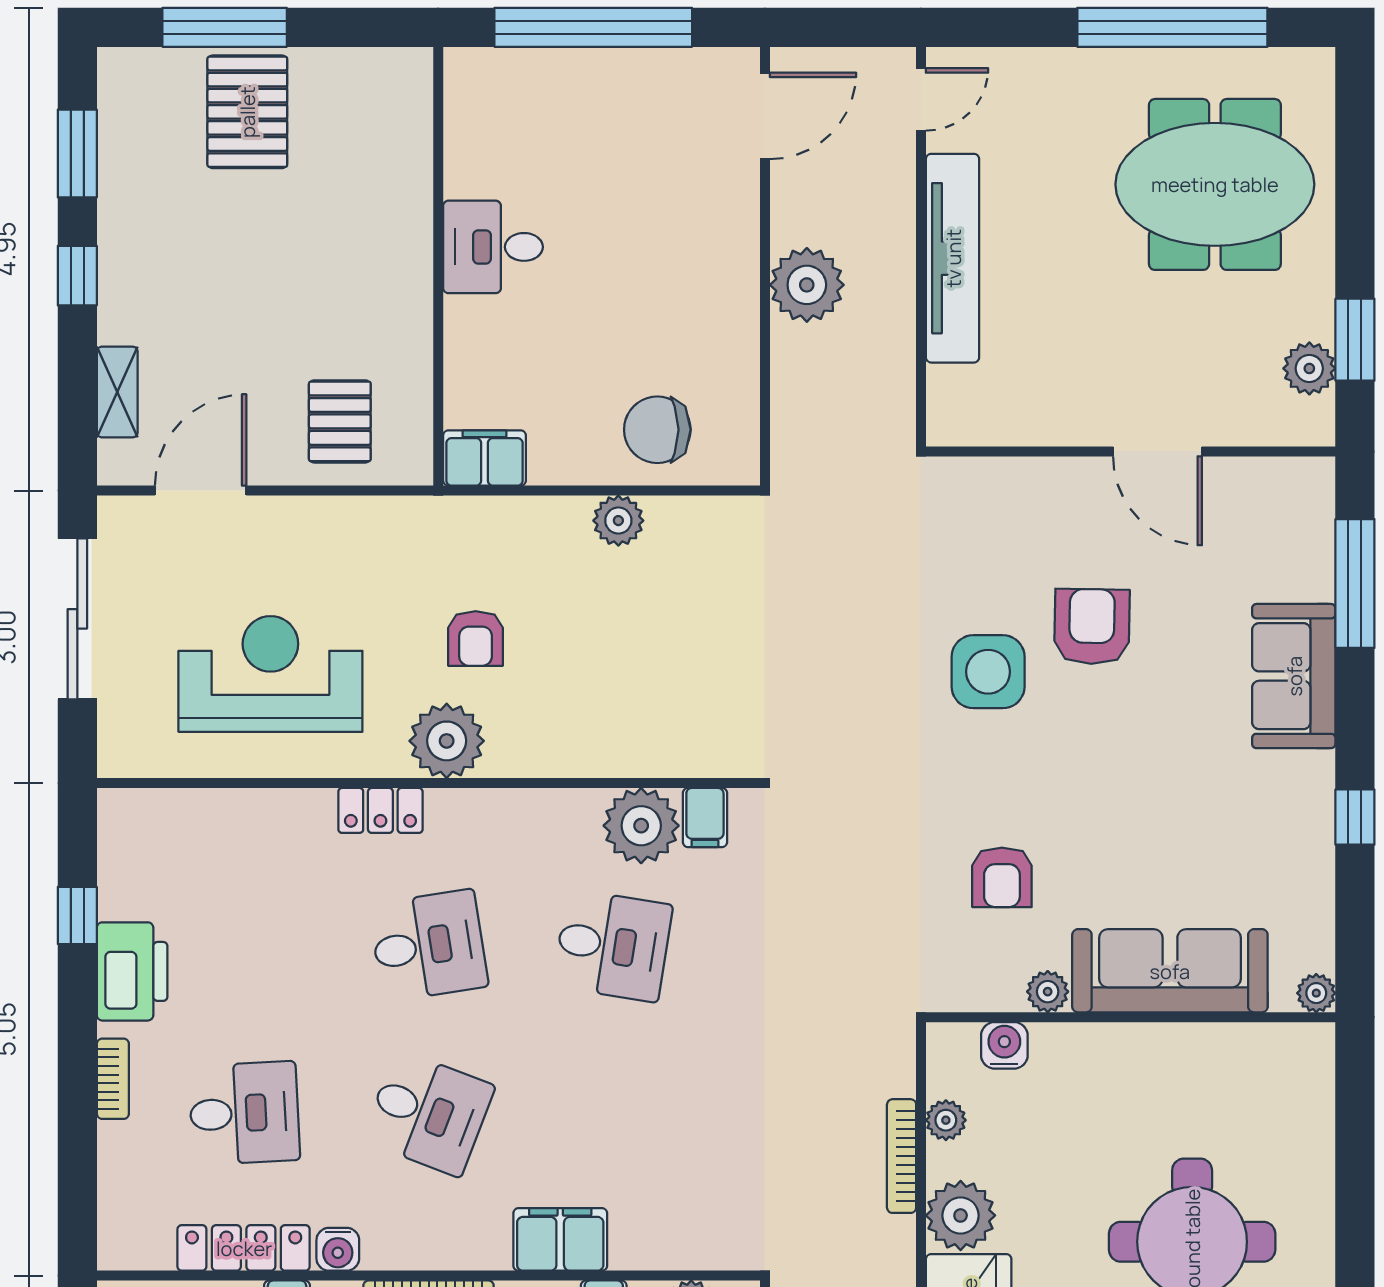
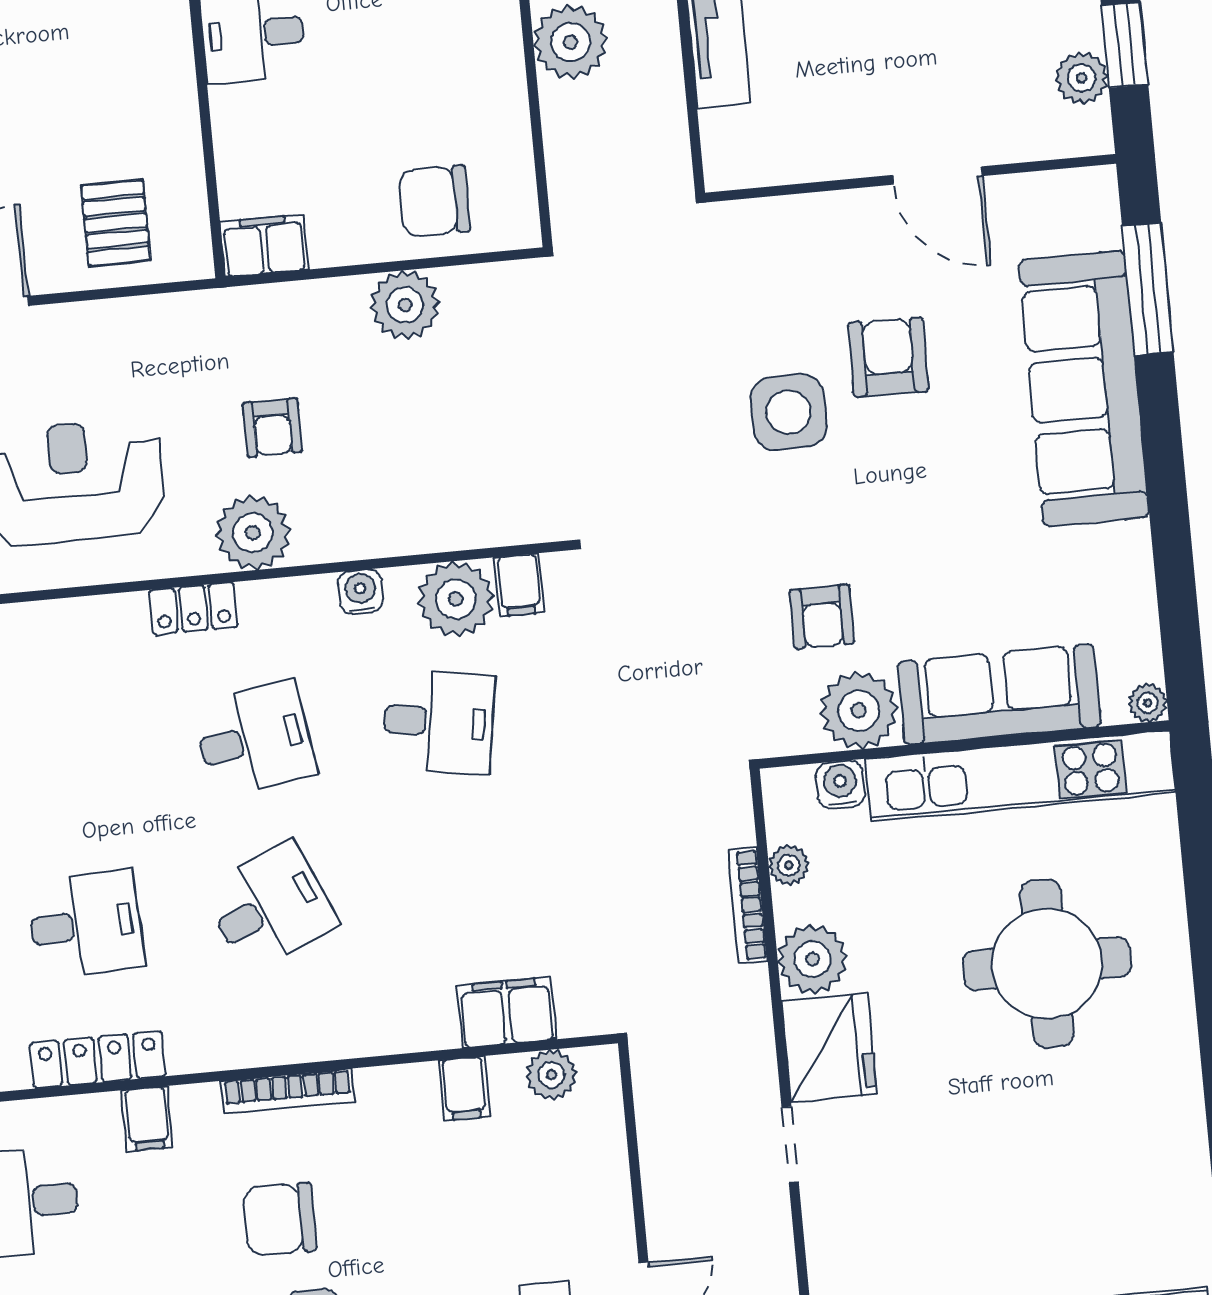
plant: (618, 521) -> (405, 305), width x1.36, depth x1.36
sofa: (1294, 676) -> (1084, 389), width x1.85, depth x1.27
window: (1355, 817) -> (1170, 523), removed
plant: (1048, 992) -> (859, 710), width x1.88, depth x1.88
kitchen unit: (1184, 1053) -> (1021, 776), added
desk: (428, 1113) -> (270, 907), turned -45
filing cabinet: (560, 1239) -> (507, 1012), moved
water cooler: (338, 1249) -> (360, 592), moved, turned 180

